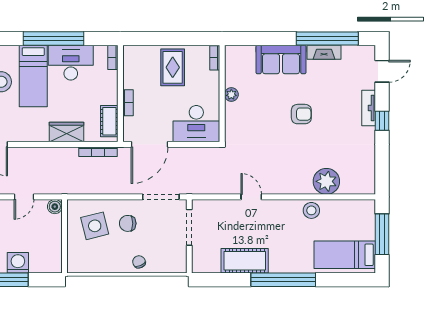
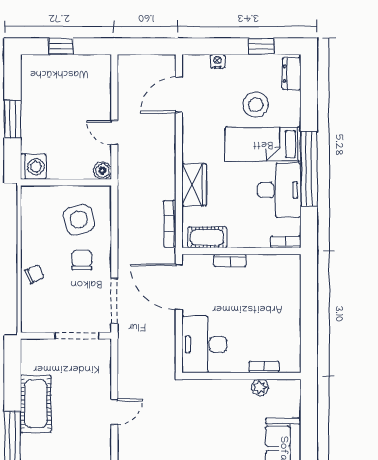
bookcase: (215, 58) -> (264, 367), moved
rug: (173, 67) -> (273, 315), removed
plant: (231, 94) -> (260, 387), moved
washing machine: (18, 263) -> (33, 167), moved

